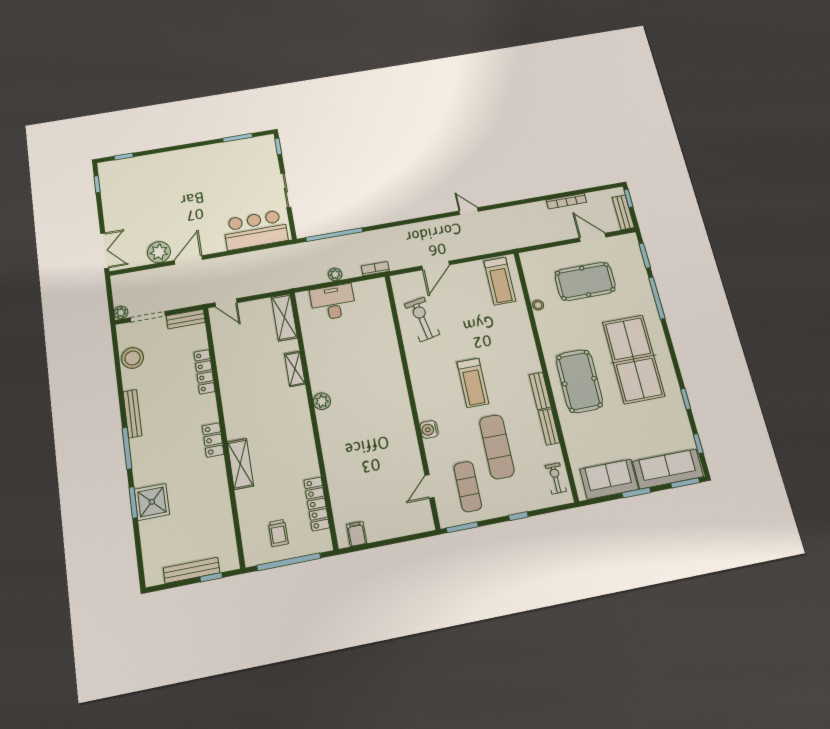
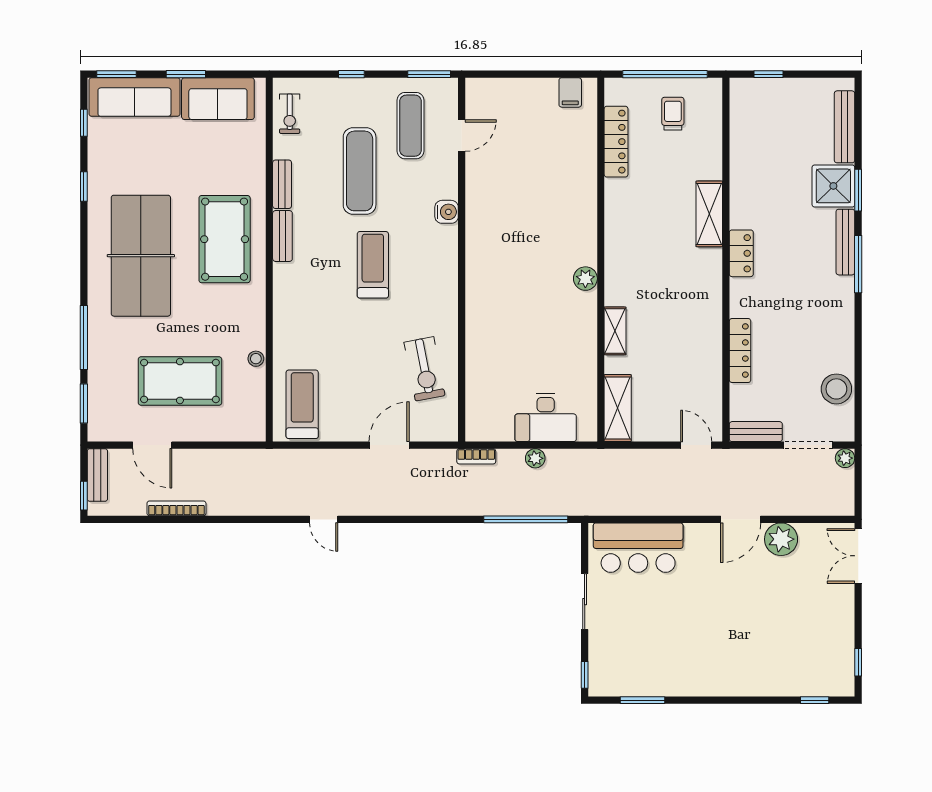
bench: (133, 414) -> (845, 242), moved
bench: (192, 570) -> (844, 127), moved, turned 90

